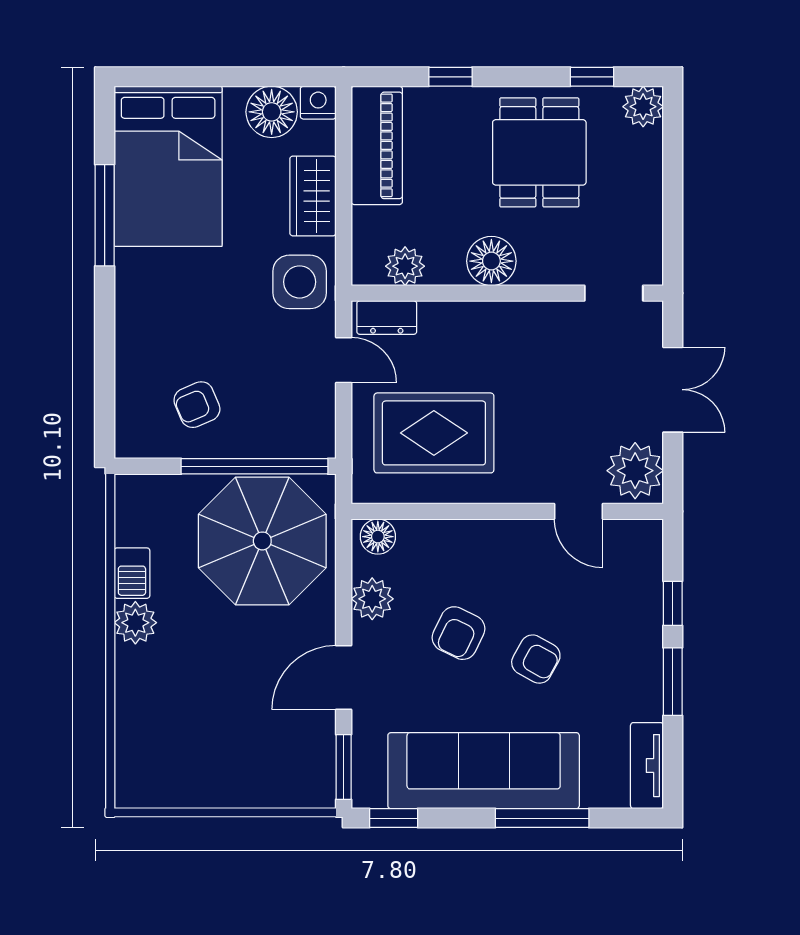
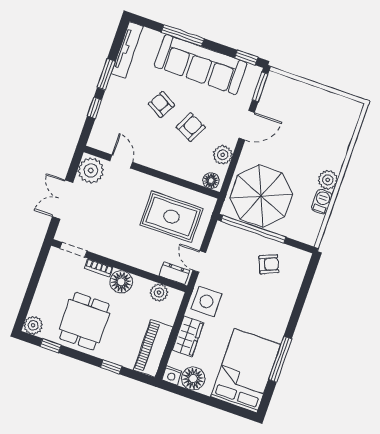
bookcase: (548, 274) -> (99, 268), added
tv unit: (647, 766) -> (127, 50), width x1.41

